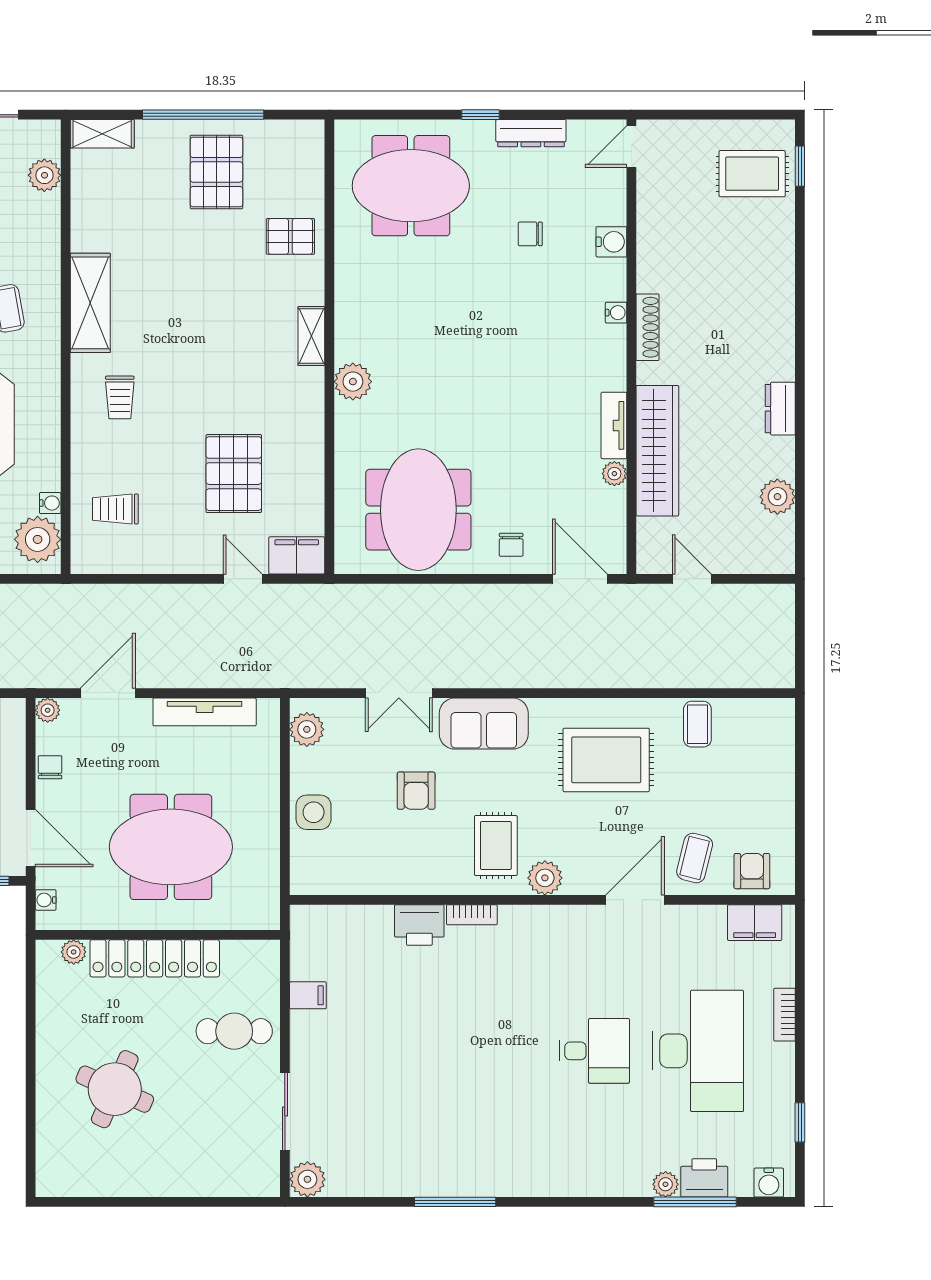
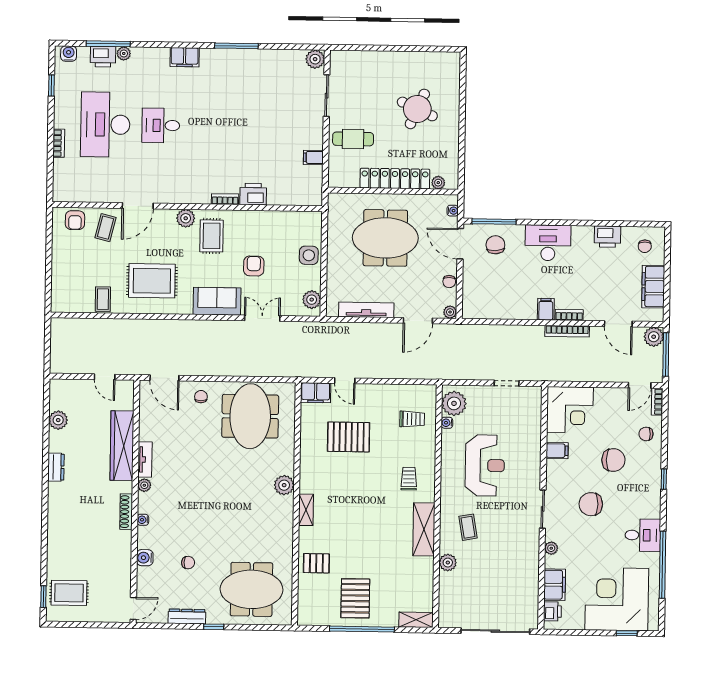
plant: (44, 175) -> (448, 563), moved
pallet: (234, 474) -> (349, 437), turned 90
plant: (614, 474) -> (144, 485), moved
filing cabinet: (755, 923) -> (185, 57), moved, turned 180

